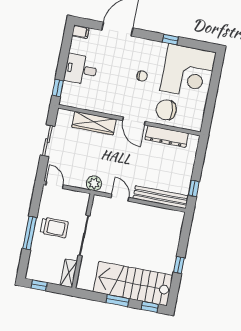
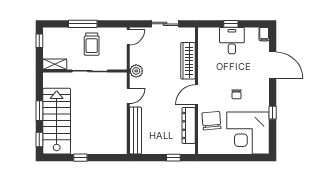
window: (58, 88) -> (231, 24), moved
window: (194, 188) -> (173, 158), moved

